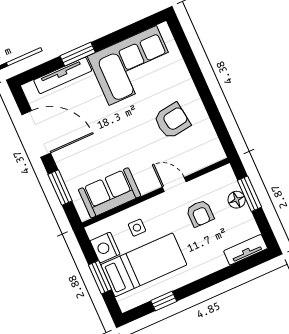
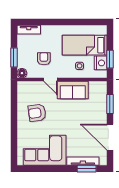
window: (78, 54) -> (87, 169), moved
sofa: (110, 193) -> (73, 90), moved
floor lamp: (237, 200) -> (22, 73), moved
window: (100, 277) -> (110, 59), moved
window: (164, 301) -> (83, 22), removed

